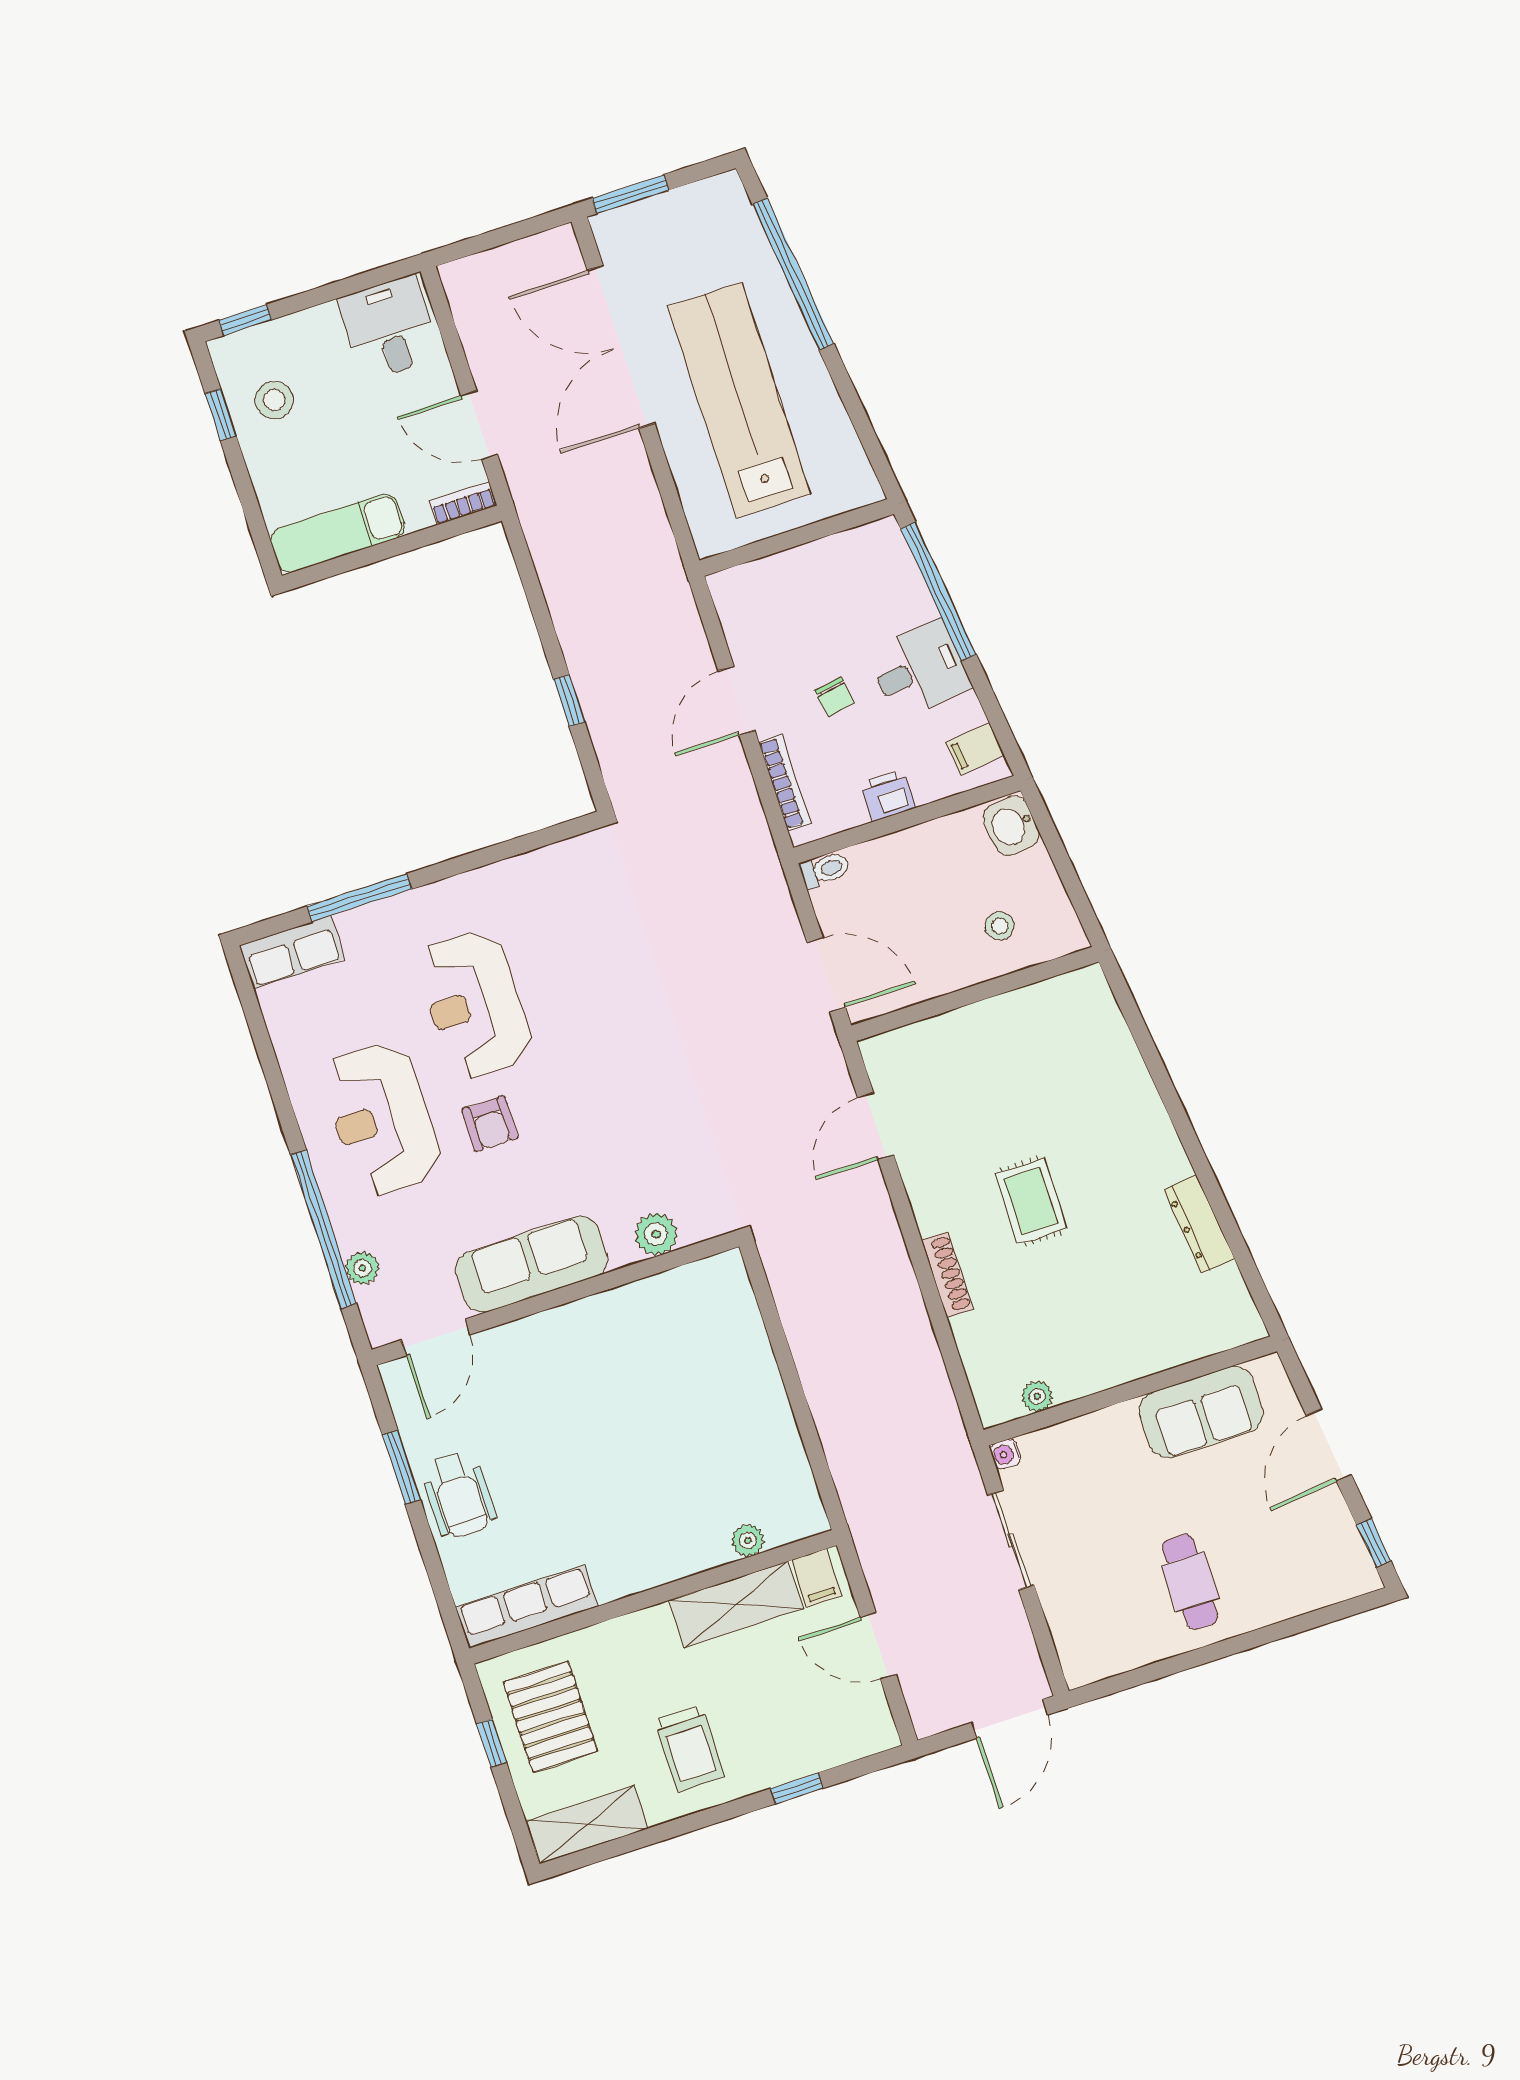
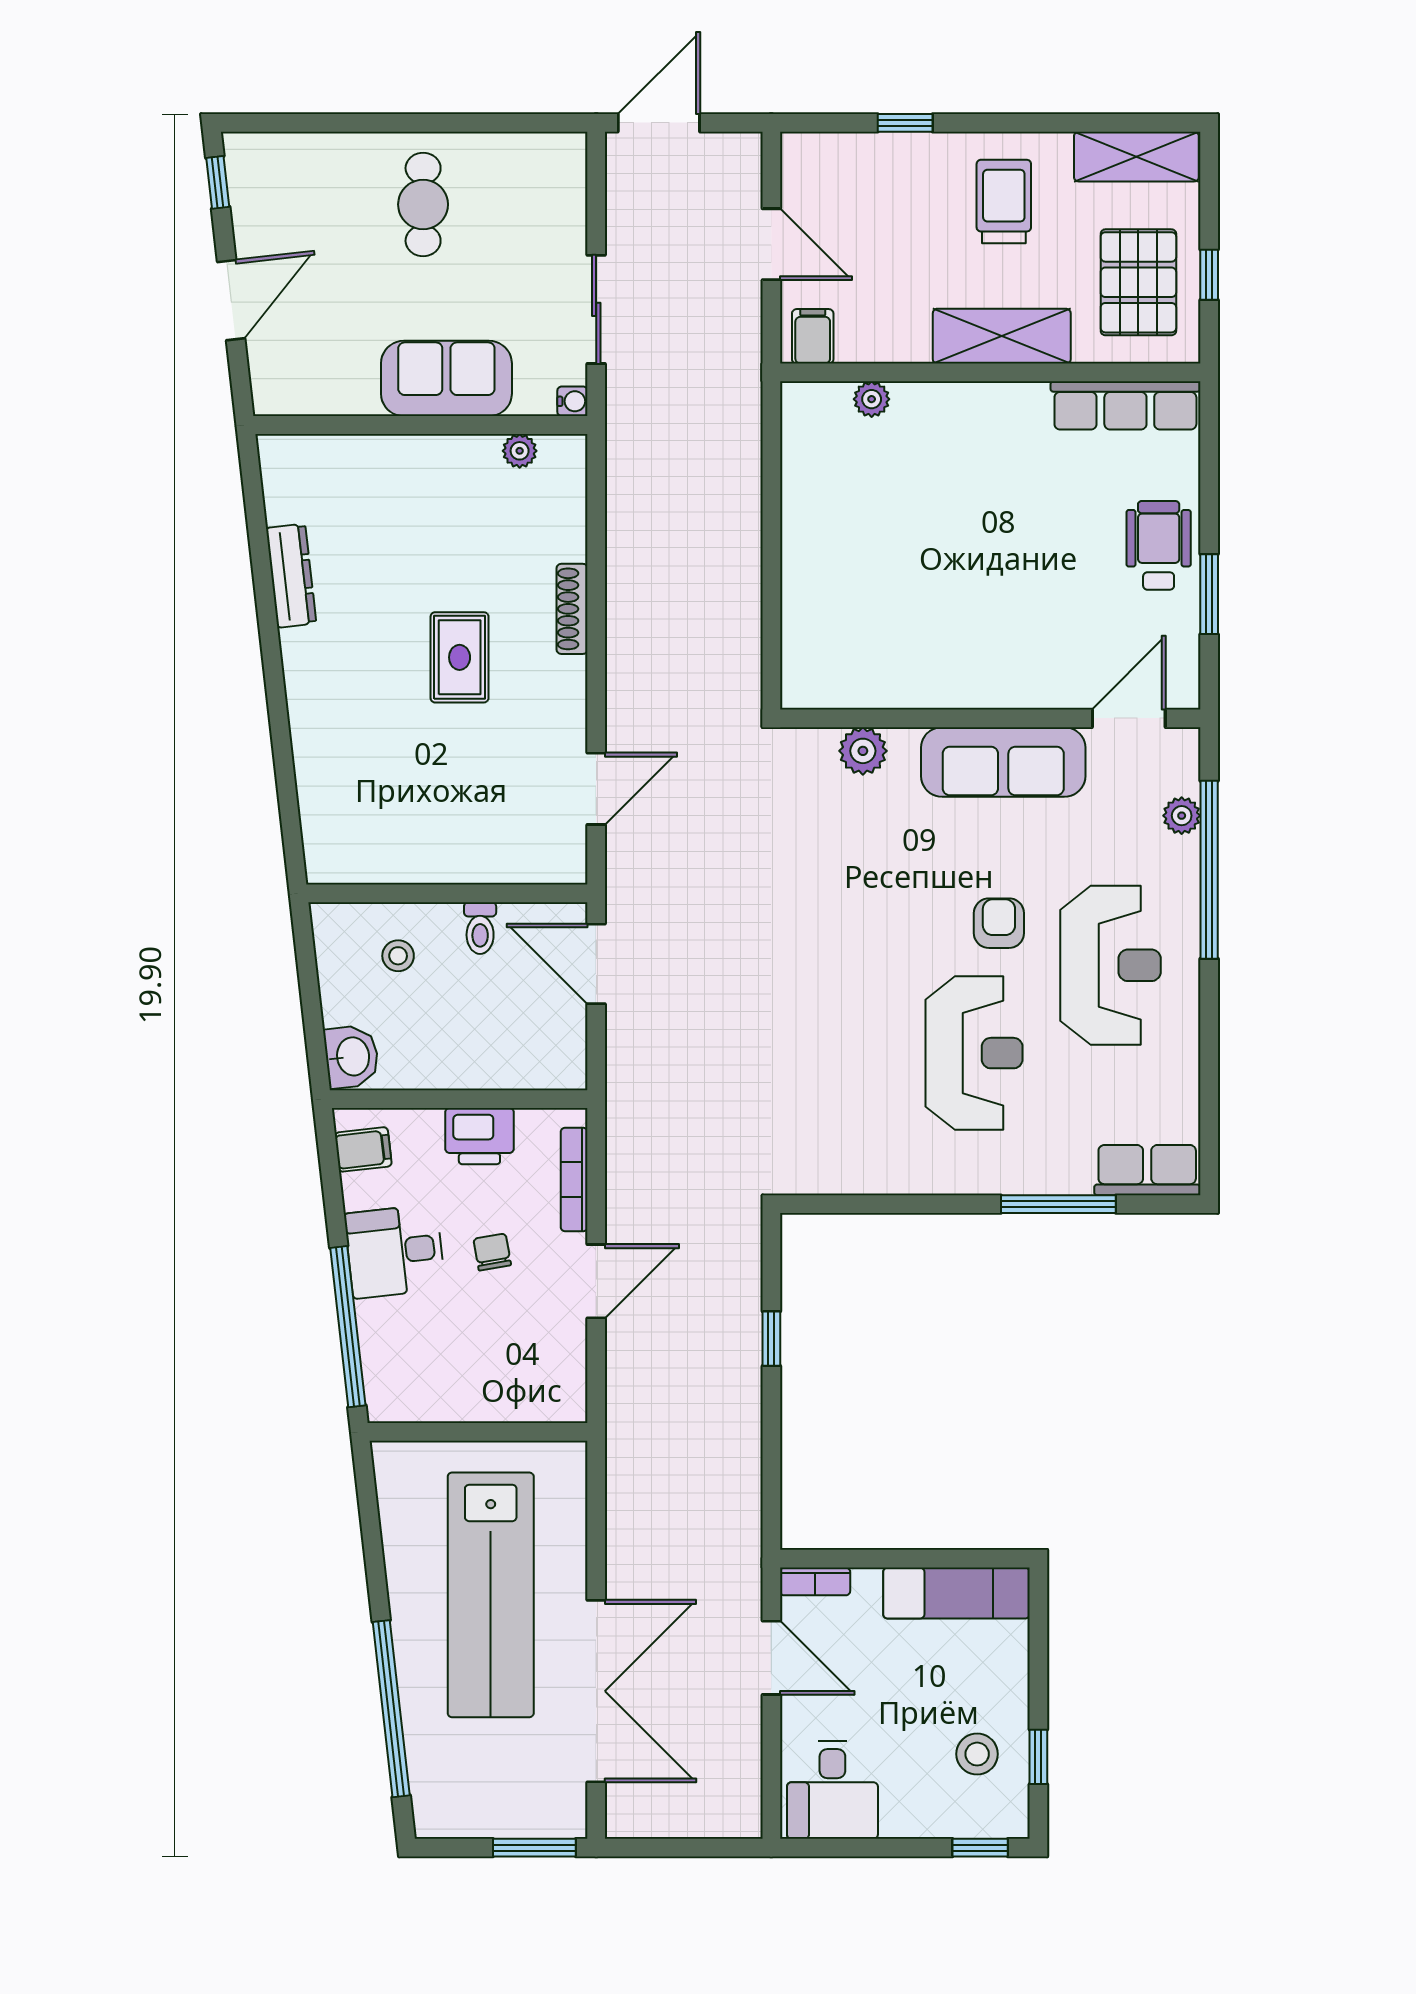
printer: (888, 795) -> (479, 1136), width x1.36, depth x1.24
toilet: (825, 870) -> (480, 928), moved, turned -90
sofa: (1201, 1412) -> (446, 378), moved
shelving: (736, 1604) -> (1002, 336), moved

